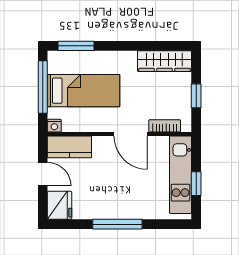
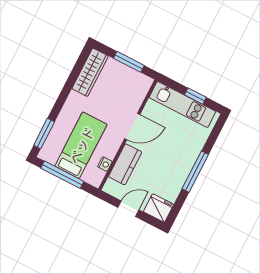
window: (196, 96) -> (129, 62), width x1.50
nightstand: (54, 126) -> (105, 164), moved
bookcase: (165, 126) -> (139, 97), removed
kitchen counter: (69, 147) -> (125, 164), moved

